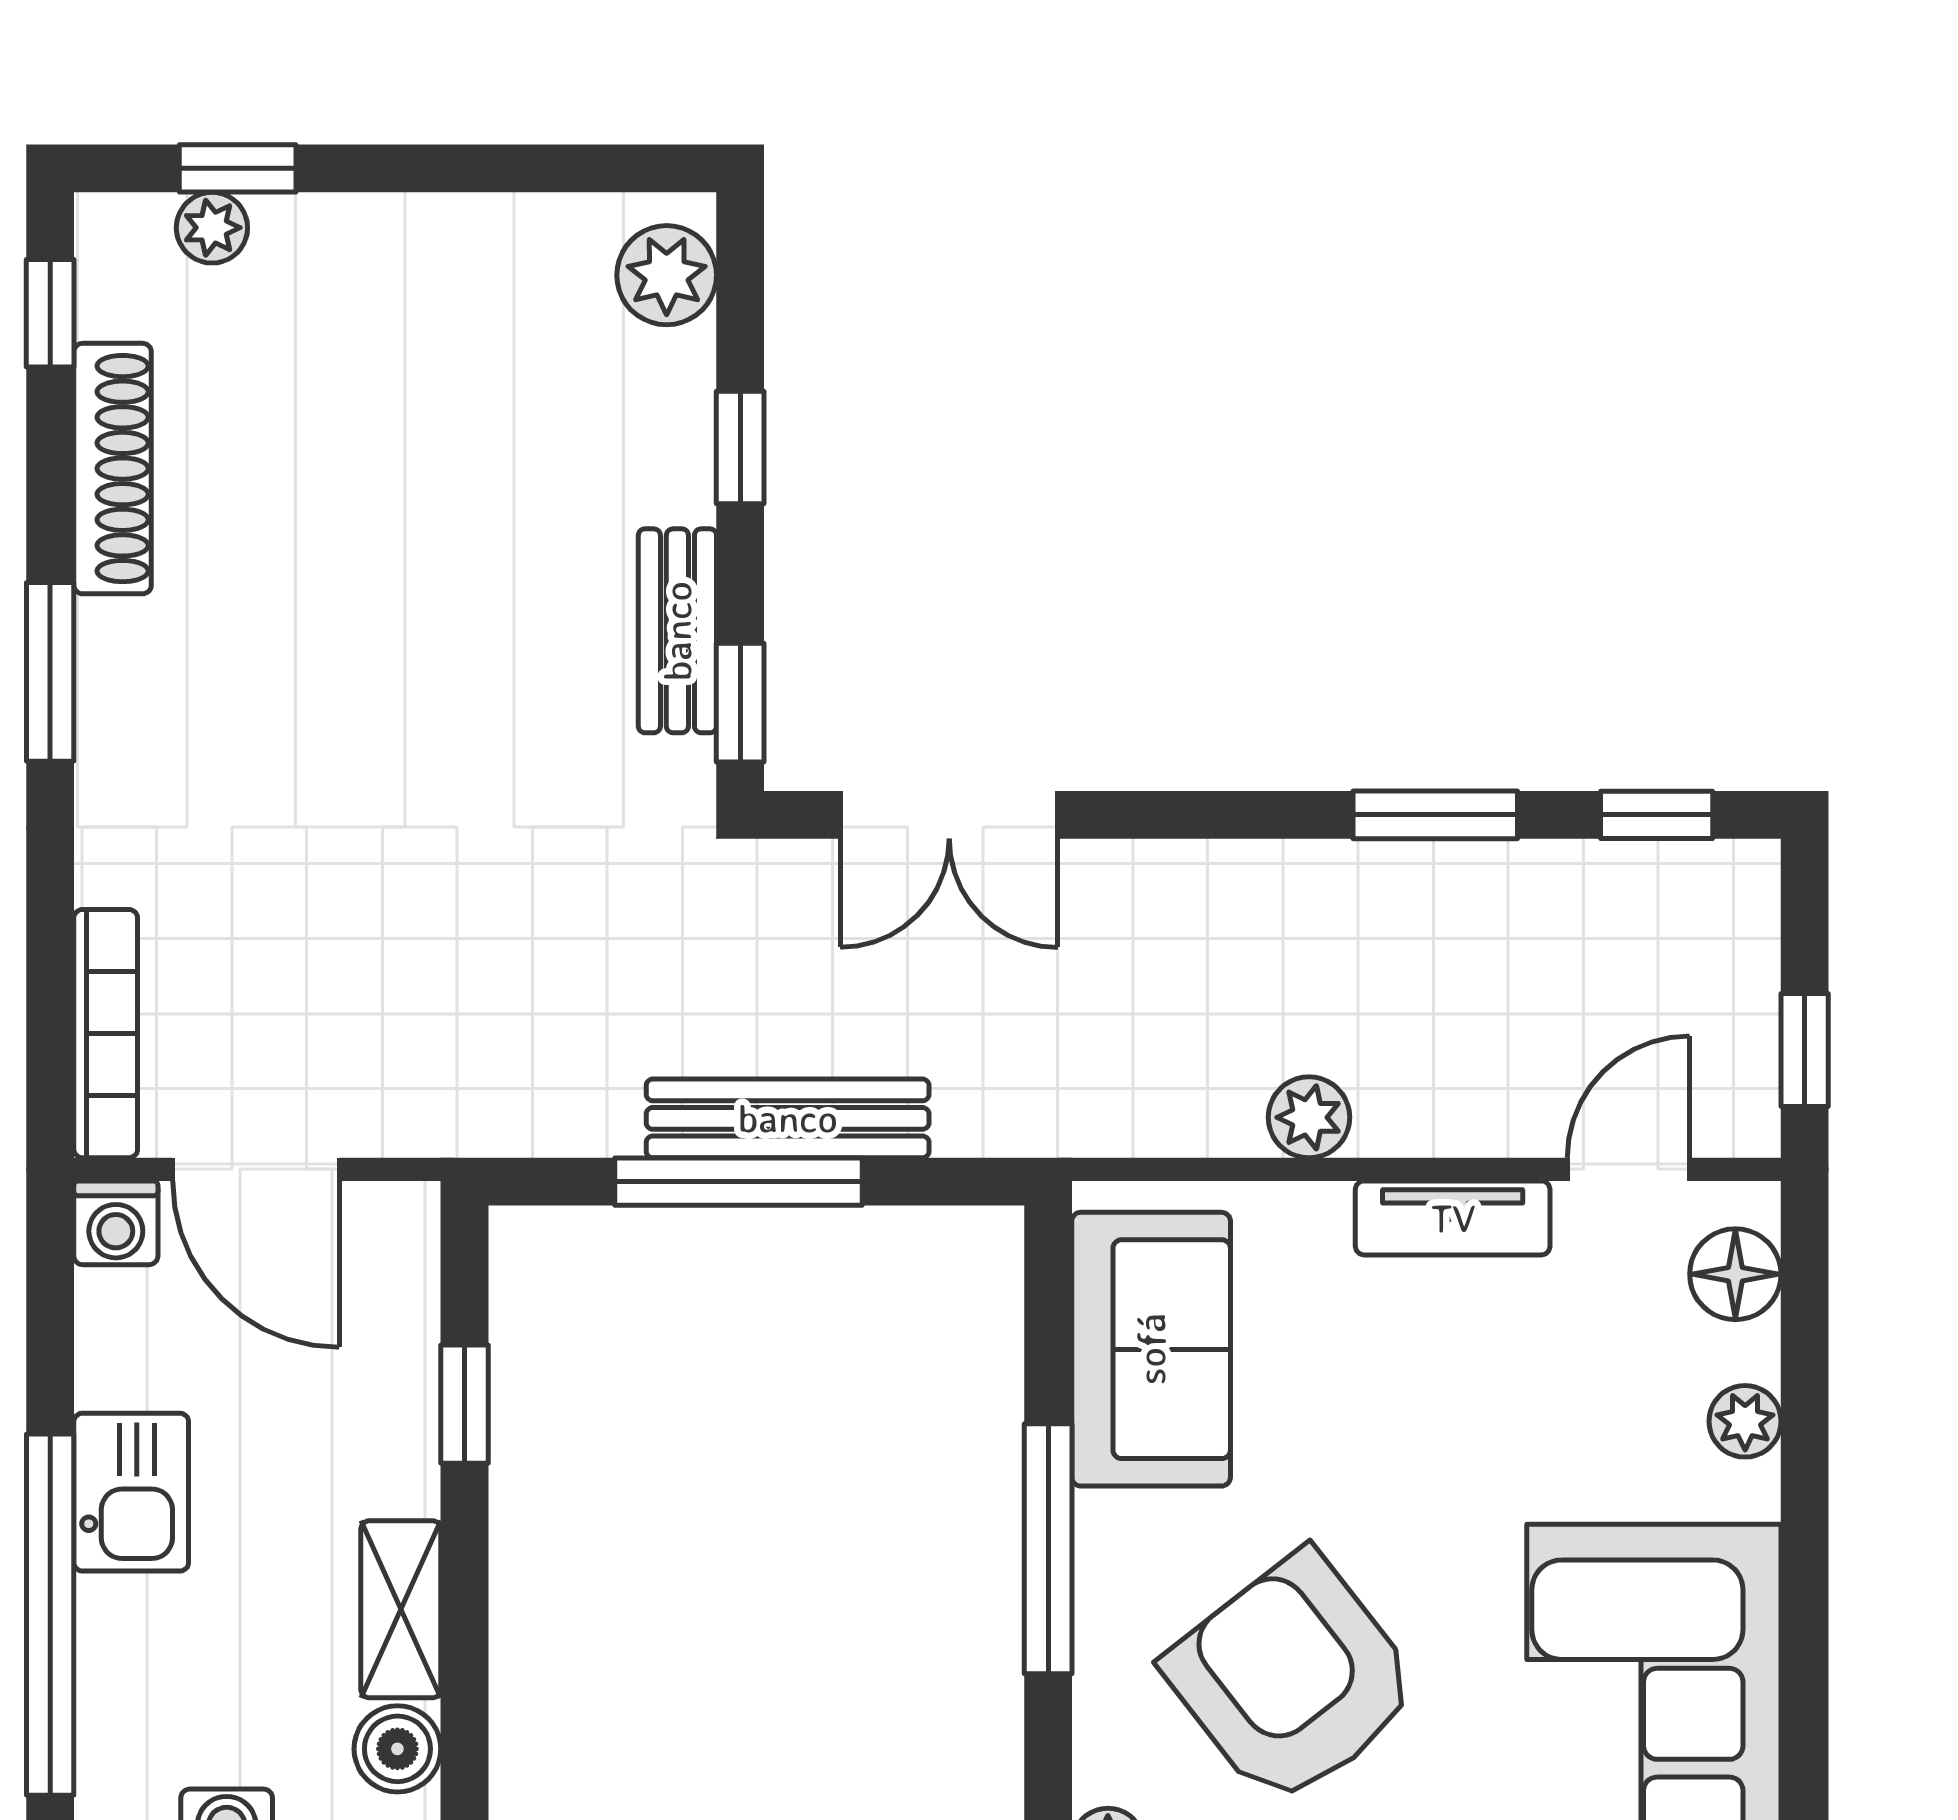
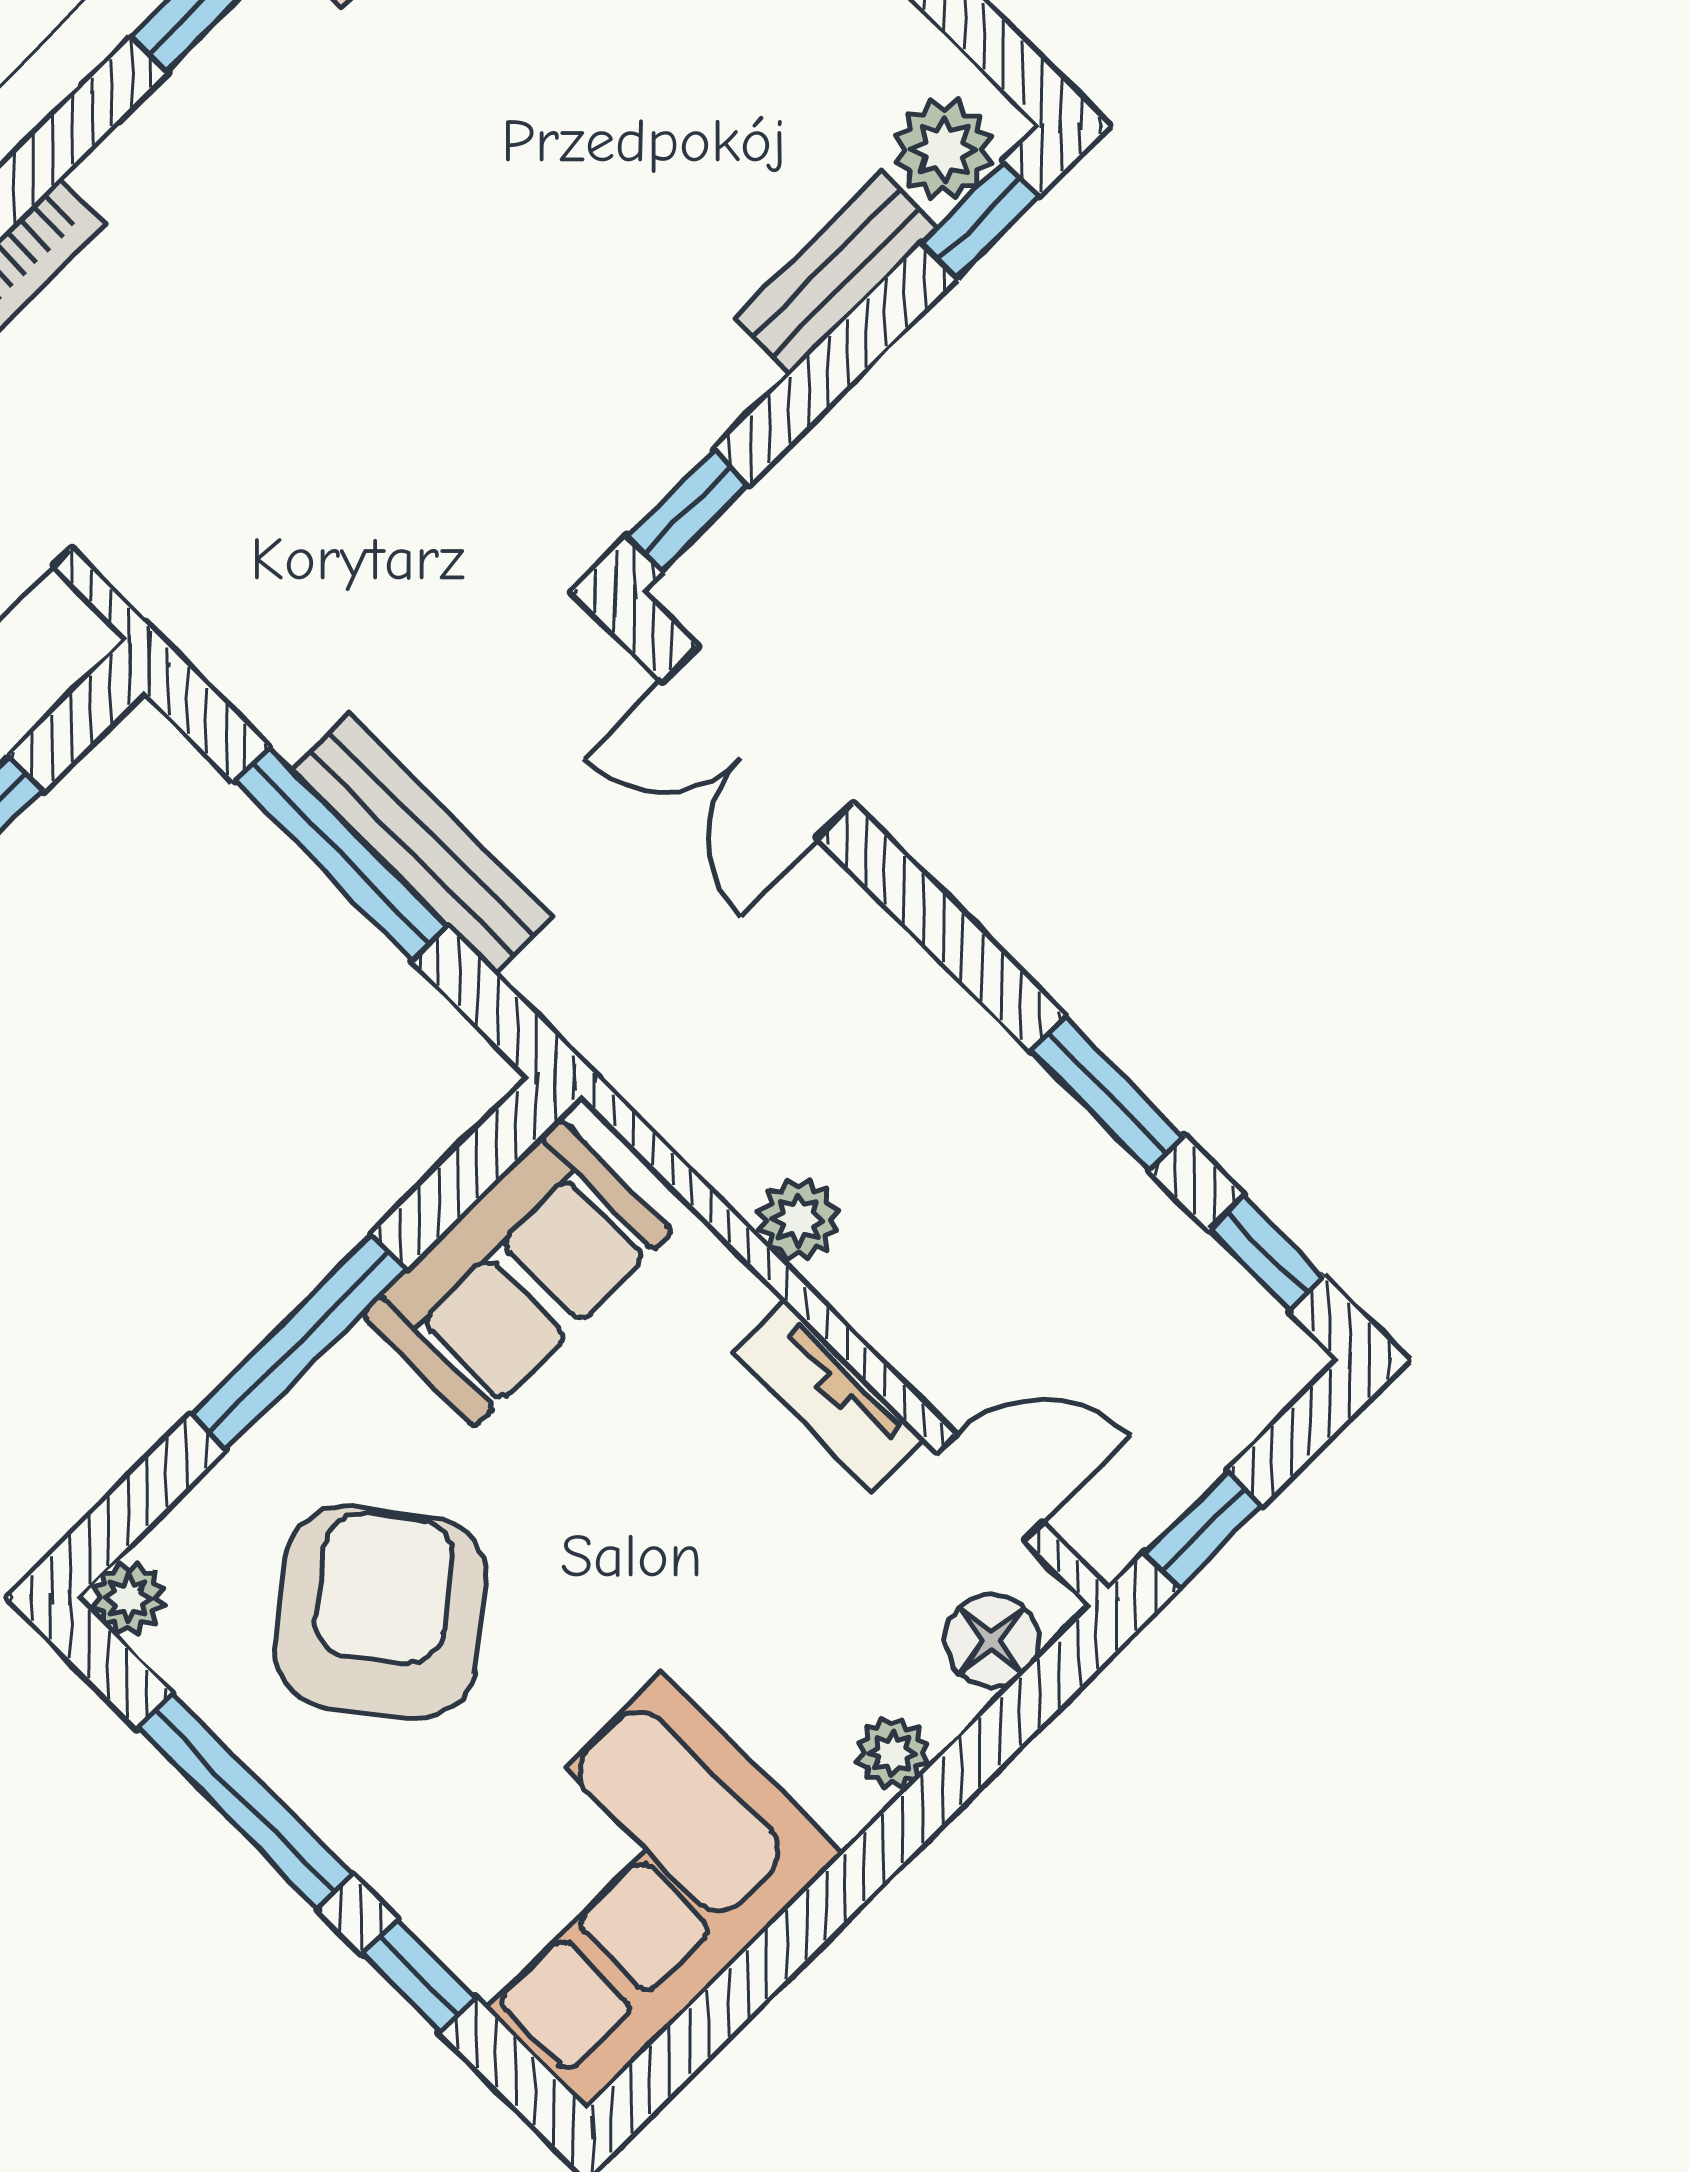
window: (740, 447) -> (980, 220), moved
bench: (677, 631) -> (837, 272), moved

